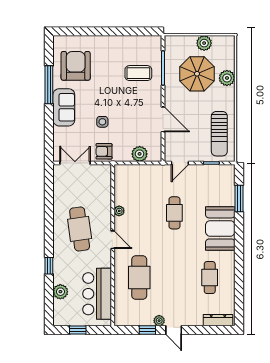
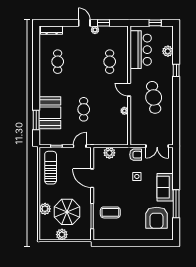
booth: (220, 228) -> (50, 113), moved
cafe table: (139, 278) -> (110, 62), width x0.73, depth x0.74

